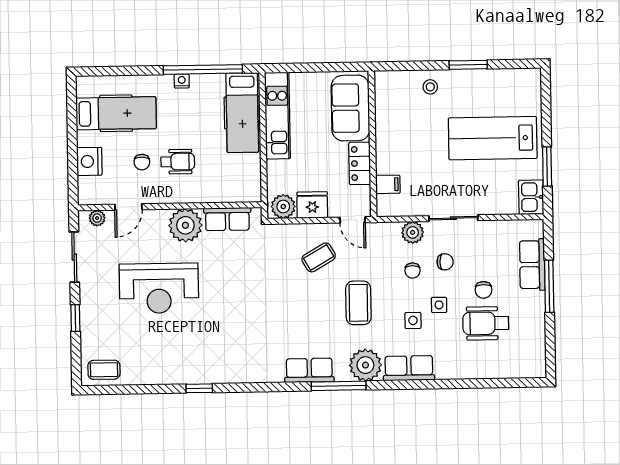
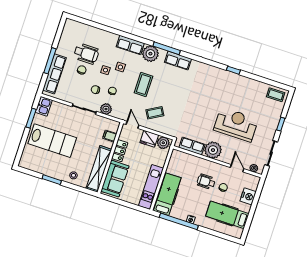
shelving: (387, 115) -> (99, 169), added
door: (128, 207) -> (237, 168), hinge flipped
row of seats: (532, 265) -> (54, 74), width x1.48

